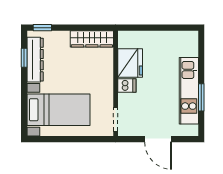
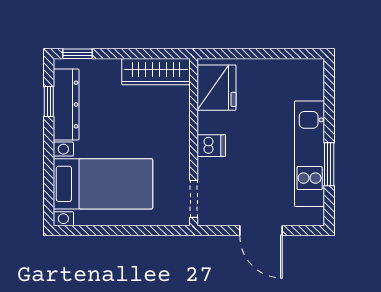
fridge: (130, 63) -> (216, 88), moved

